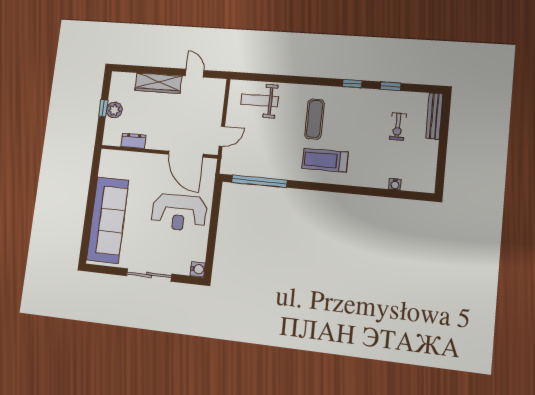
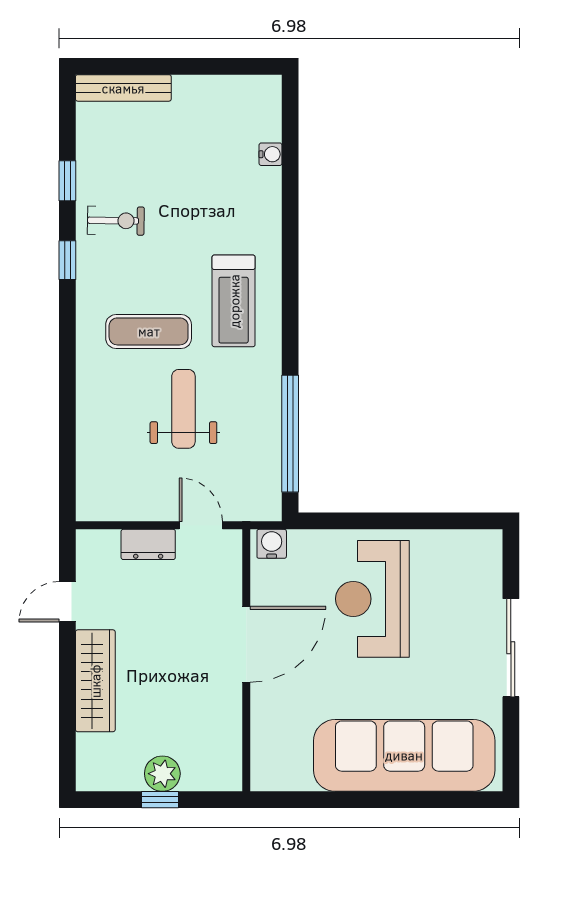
weight bench: (259, 100) -> (183, 409), moved, turned 180
exercise bike: (398, 126) -> (116, 221), moved
dresser: (133, 141) -> (148, 544), moved, turned -90
door: (186, 154) -> (246, 644), moved
reception desk: (179, 212) -> (372, 599), turned 180
water cooler: (198, 269) -> (272, 544), moved

